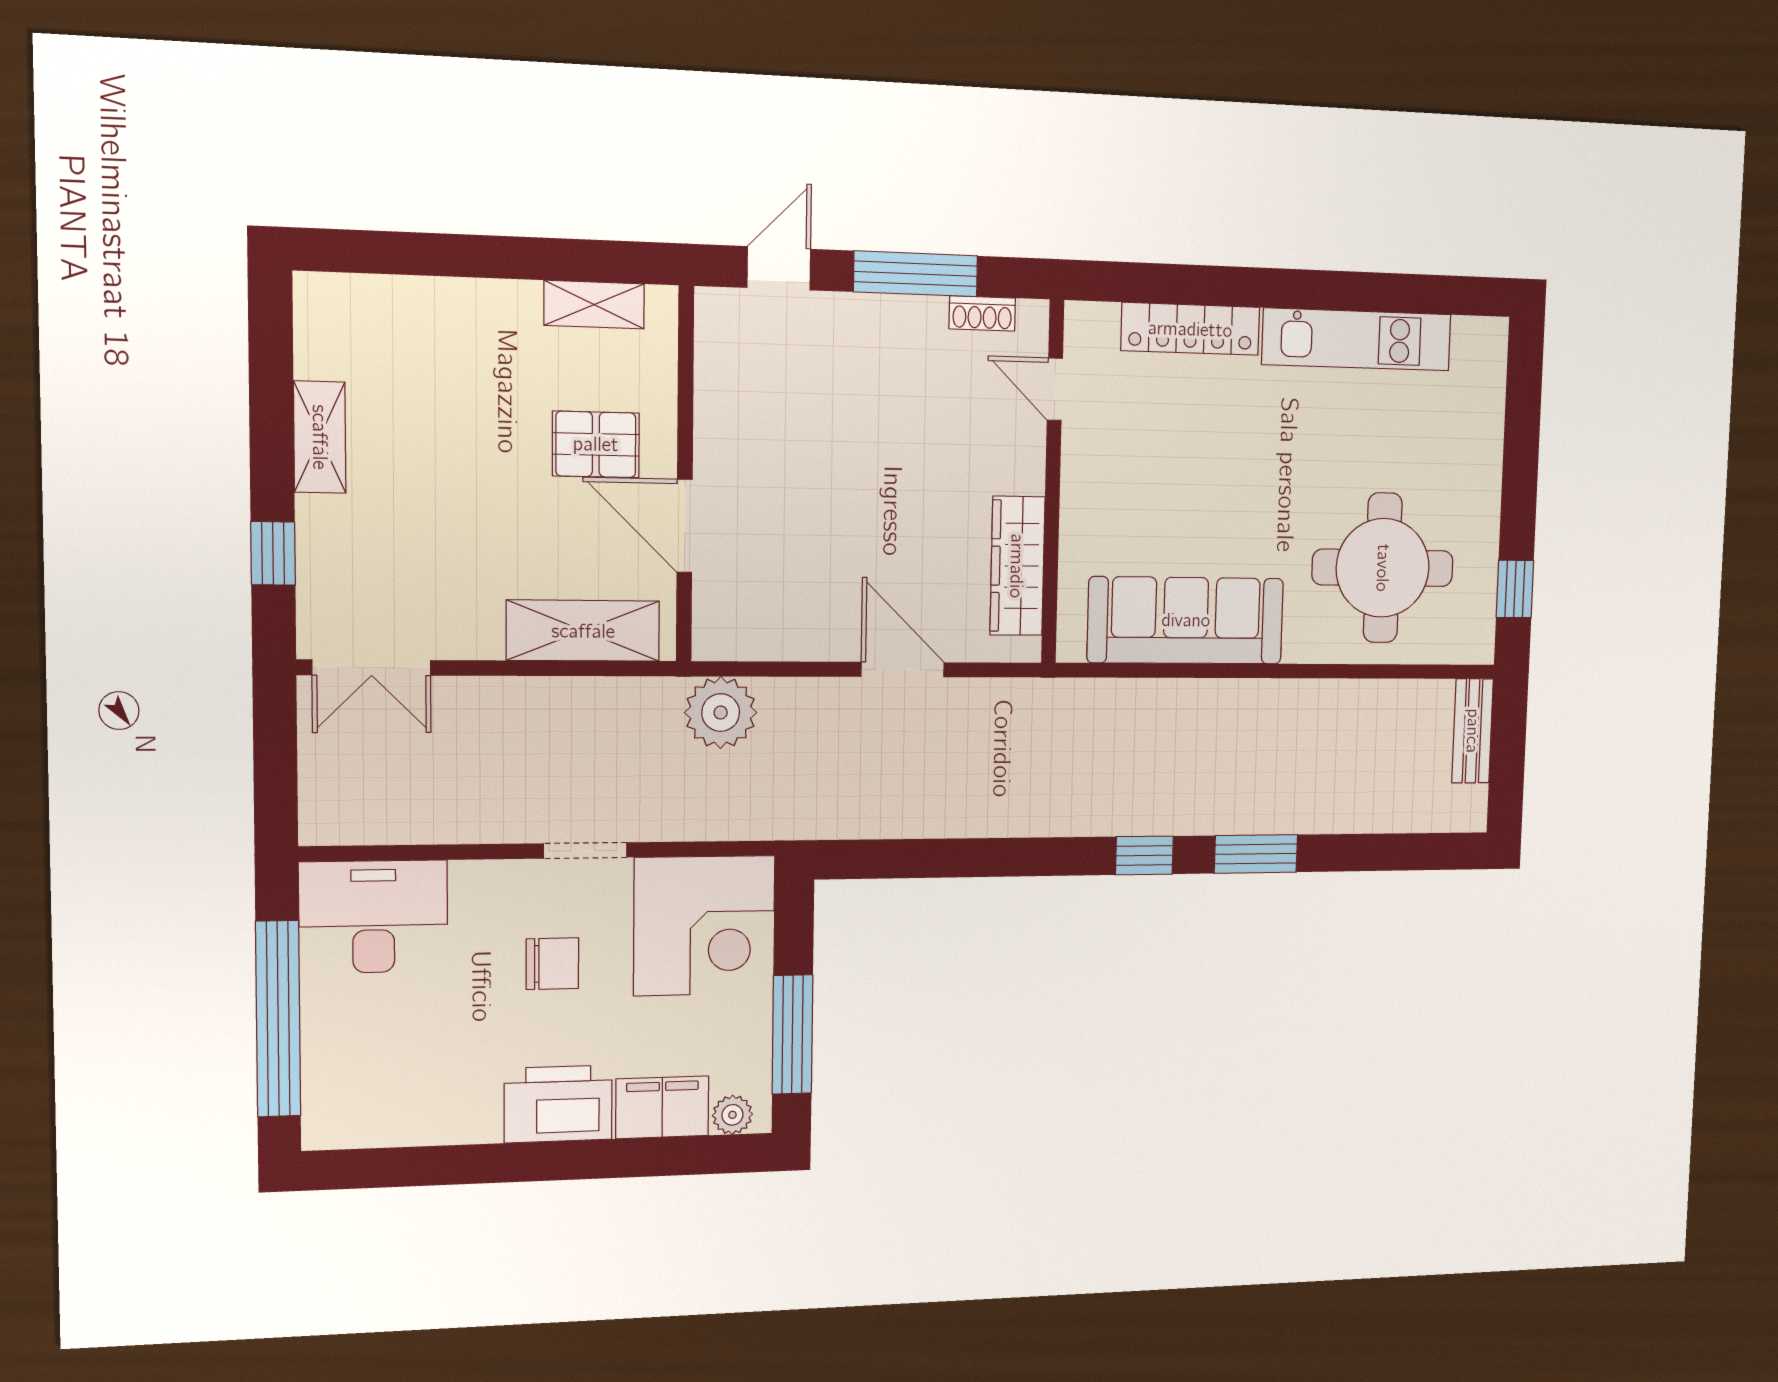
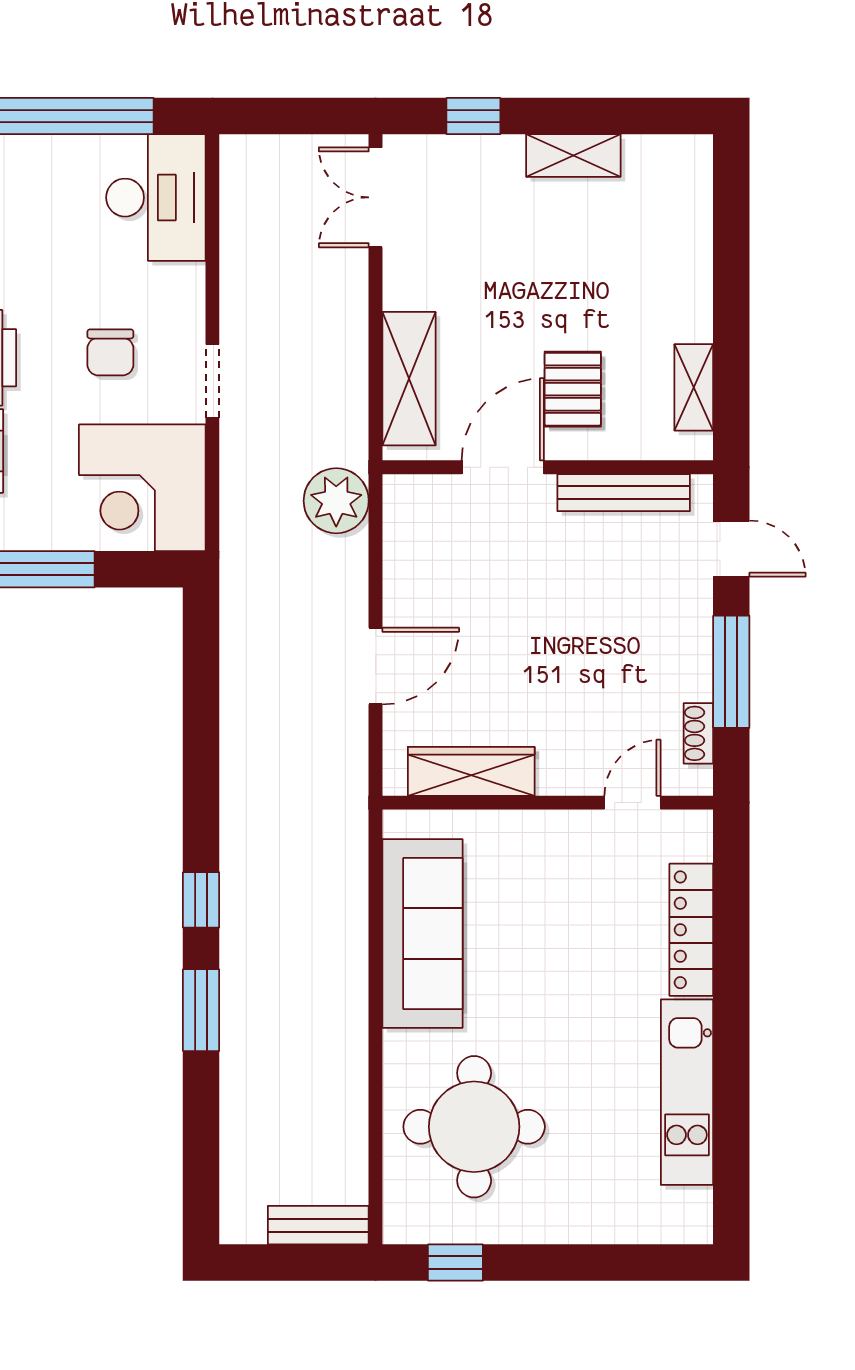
bench: (714, 389) -> (624, 493), added

